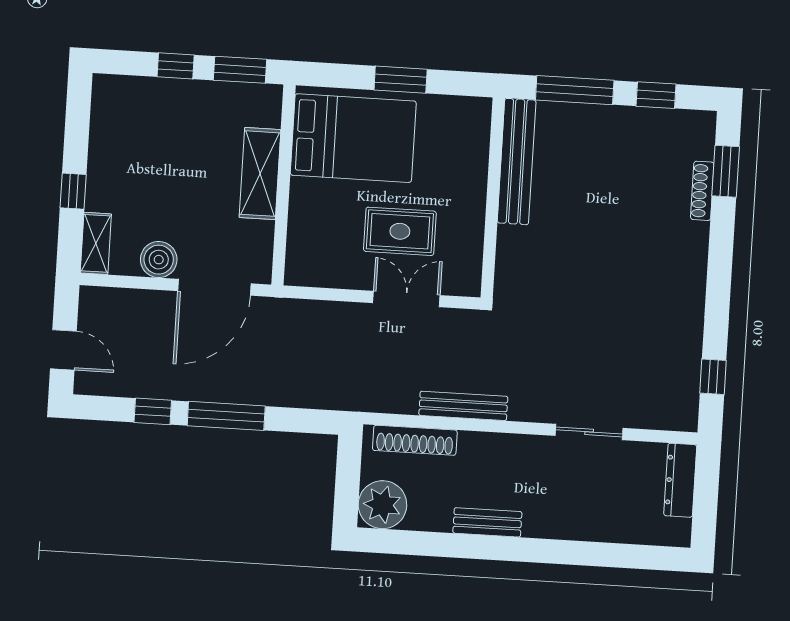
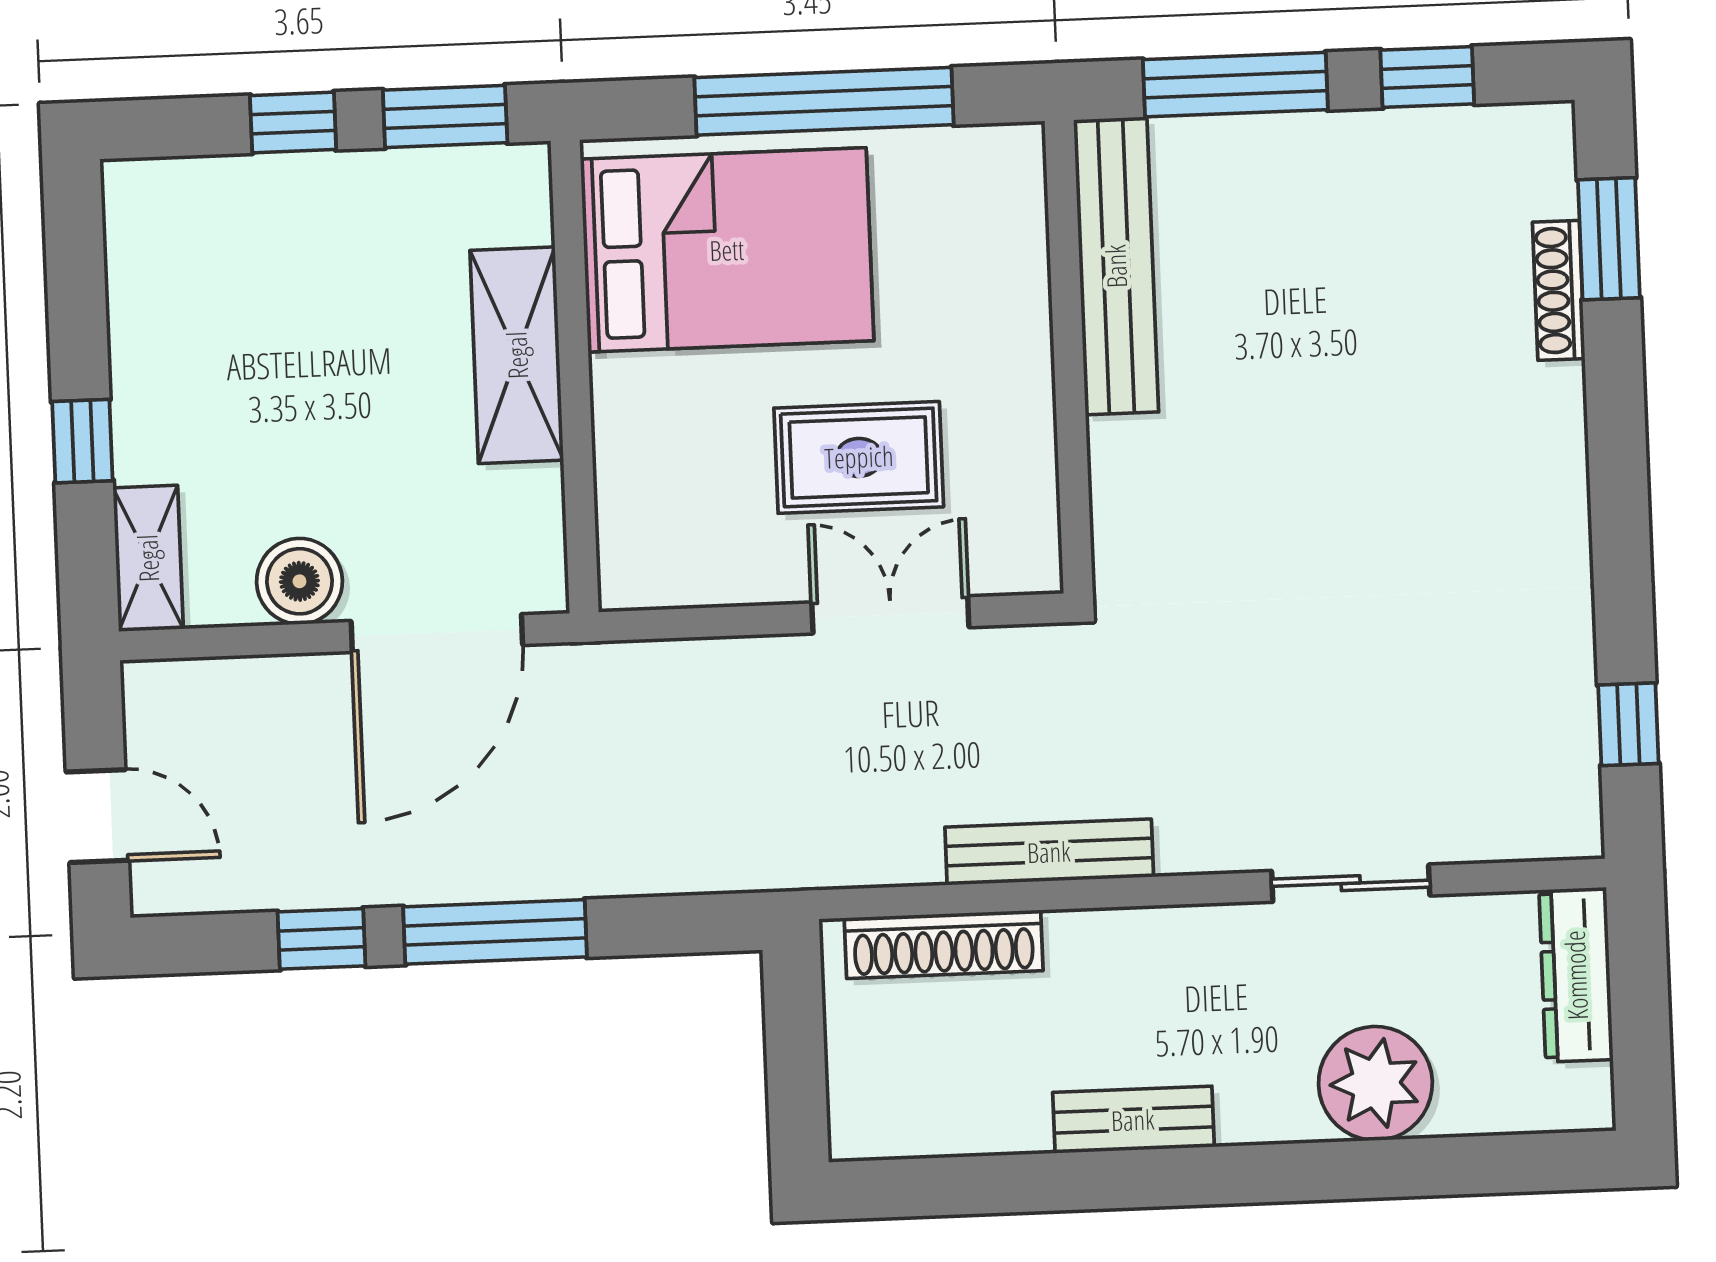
window: (401, 80) -> (824, 101), width x2.11
plant: (382, 505) -> (1375, 1083), moved

